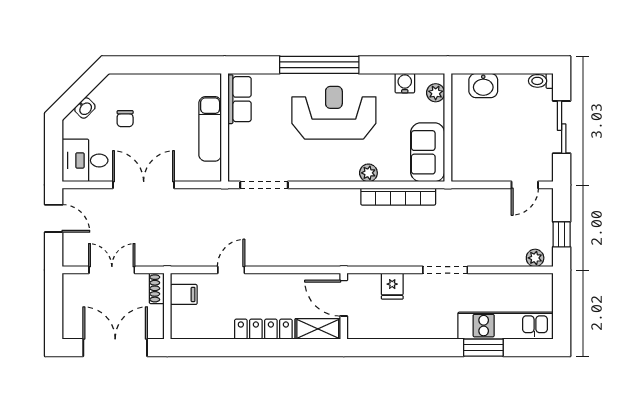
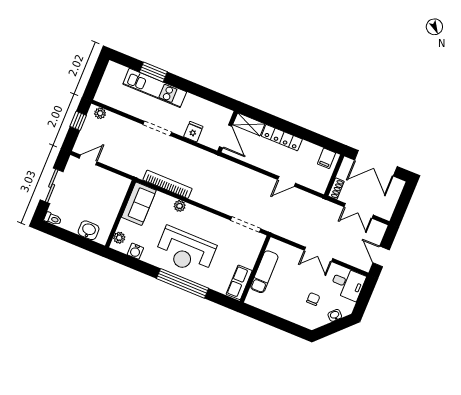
double door: (144, 185) -> (318, 254), width x0.73
filing cabinet: (184, 294) -> (327, 158), moved, turned -90
kitchen unit: (505, 326) -> (155, 88), moved

